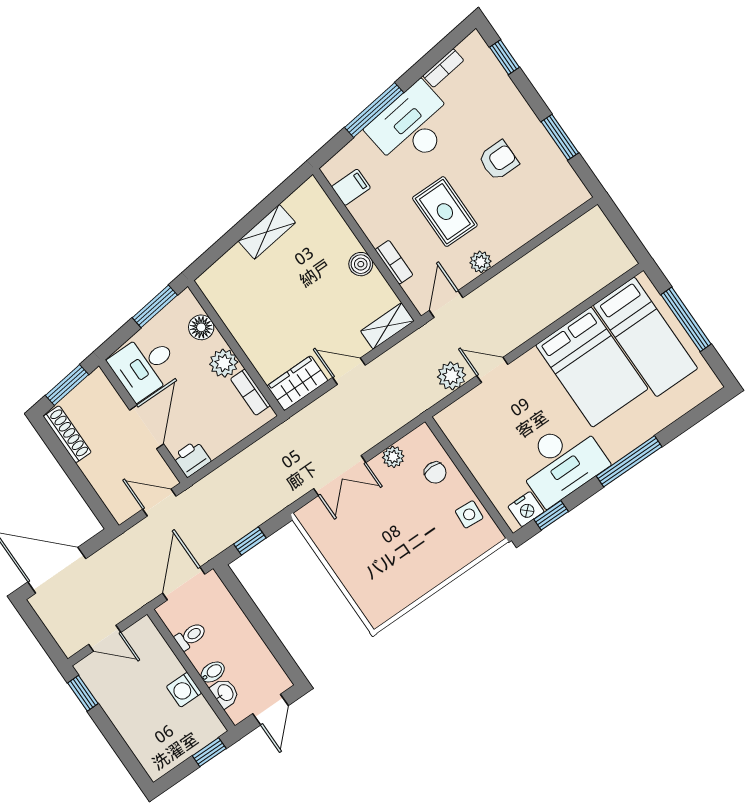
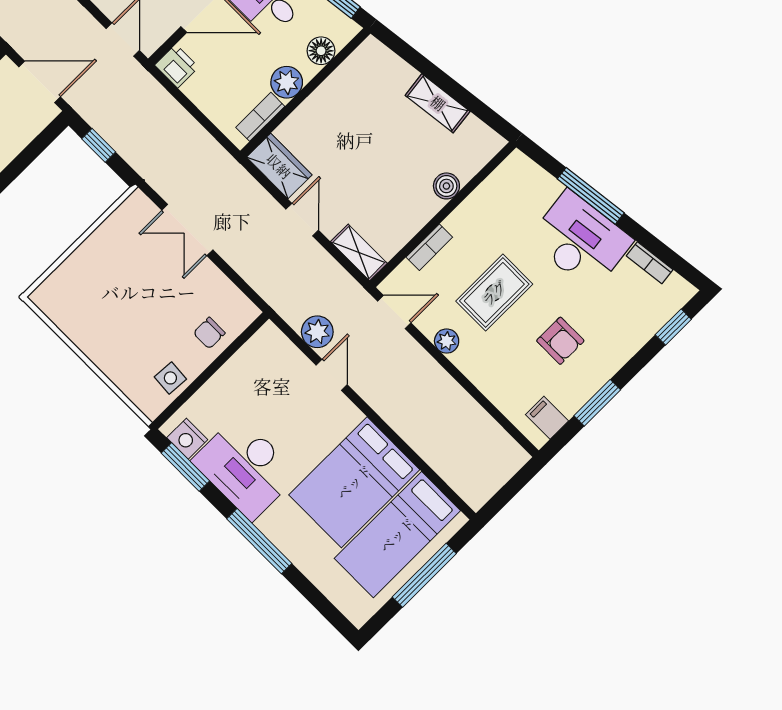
filing cabinet: (351, 187) -> (547, 418), moved, turned 180
boiler: (361, 264) -> (446, 186), moved
plant: (393, 457) -> (218, 284), removed
window: (551, 515) -> (185, 467), width x1.50

